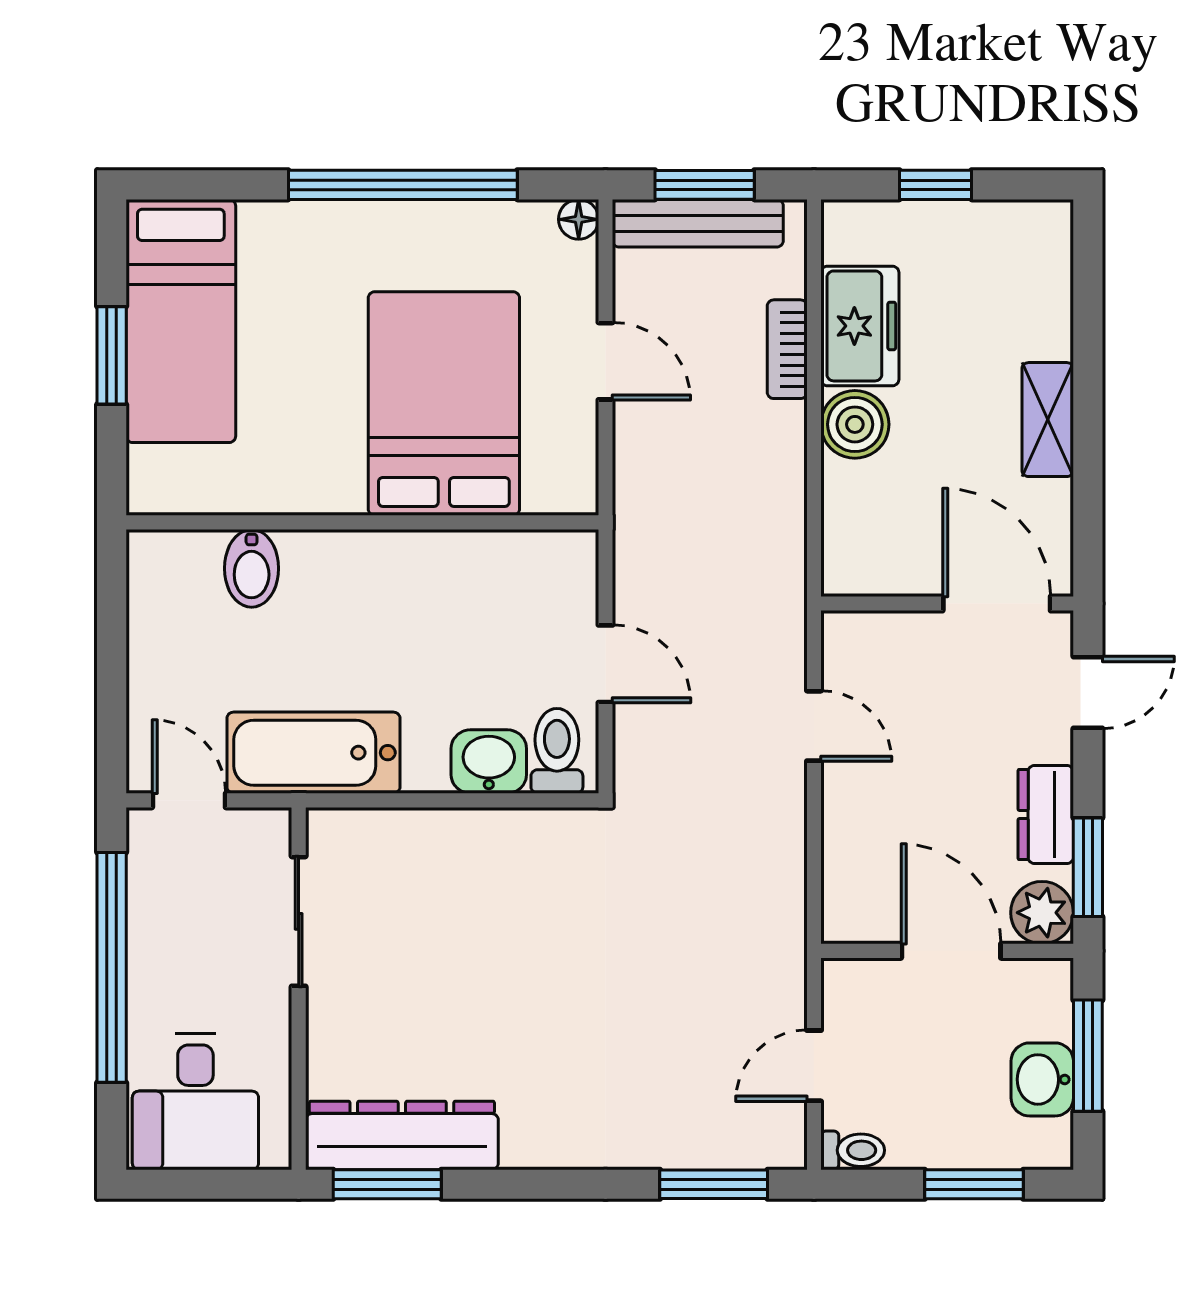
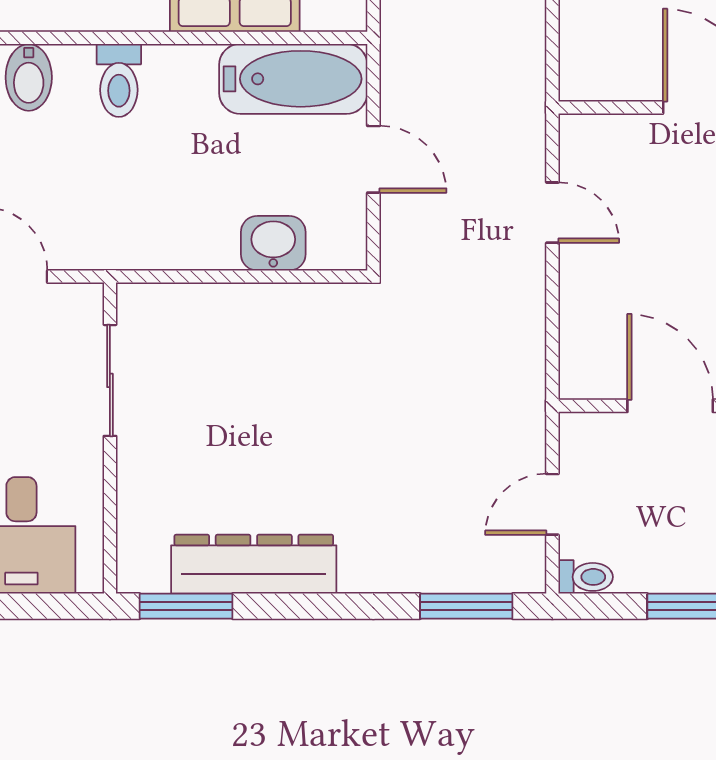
bidet: (252, 568) -> (29, 77), moved
toilet: (557, 751) -> (119, 80), moved, turned 180
bathtub: (313, 753) -> (293, 79), moved, turned 180
dresser: (402, 1135) -> (254, 564), moved

